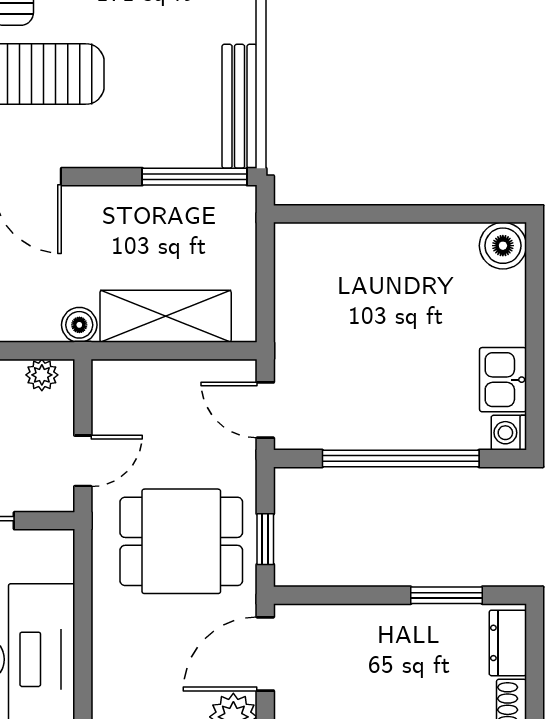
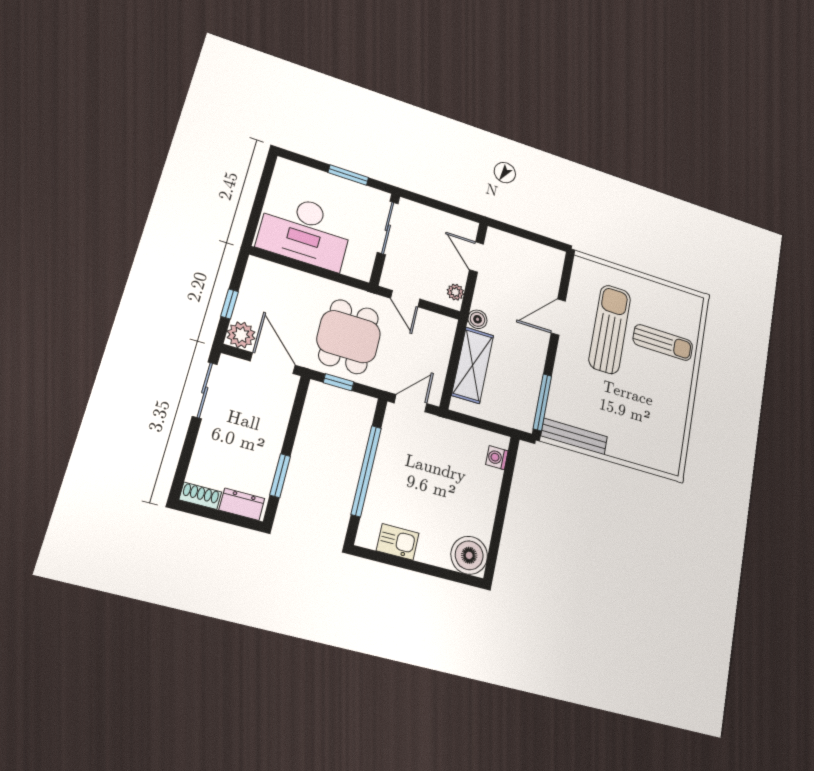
boiler: (503, 246) -> (469, 555), width x1.37, depth x1.37
washing machine: (509, 433) -> (497, 458), moved, turned -90

